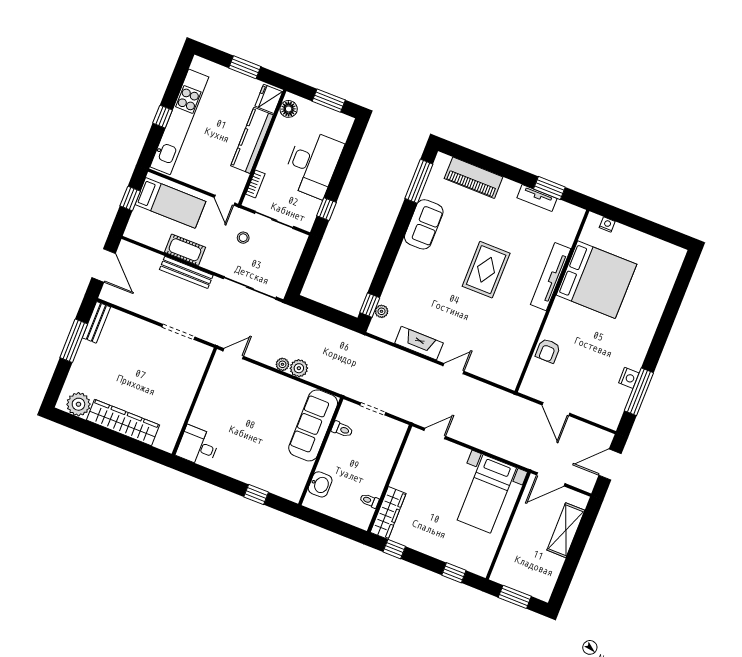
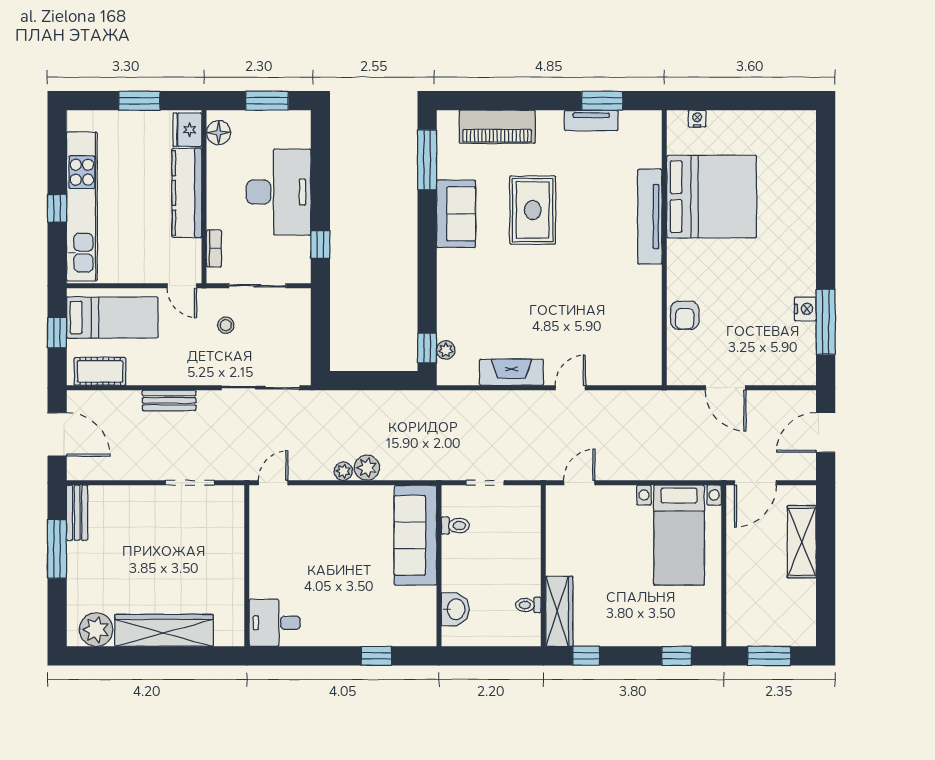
cot: (185, 250) -> (100, 371), moved
rug: (486, 270) -> (533, 210), moved
bench: (186, 272) -> (169, 400), width x0.73

